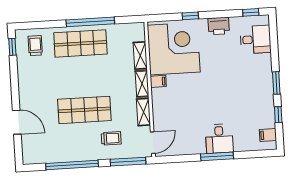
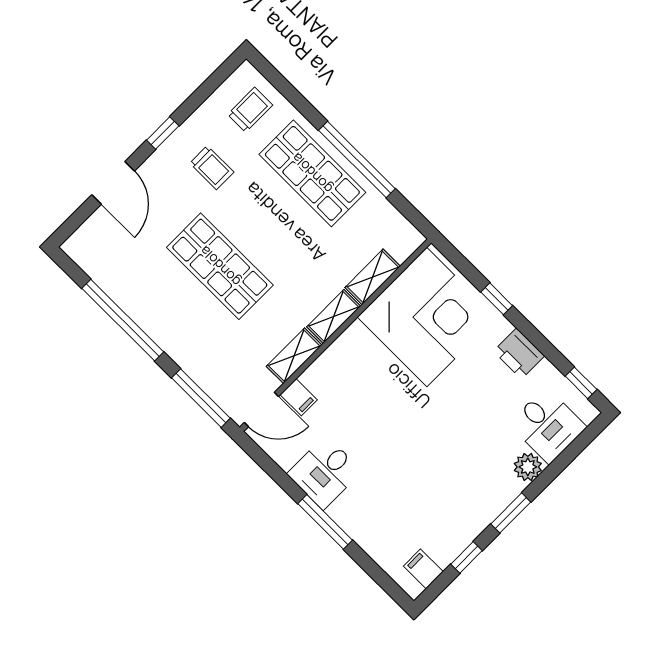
window: (12, 47) -> (163, 133), moved
plant: (265, 61) -> (528, 467), added
filing cabinet: (158, 81) -> (299, 397), moved
trolley: (111, 138) -> (212, 168), moved
desk: (219, 139) -> (325, 472), moved

